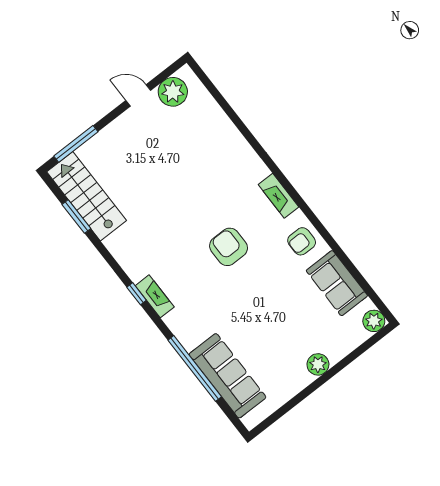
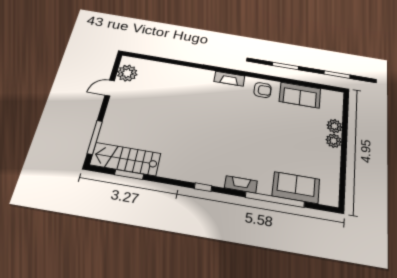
armchair: (302, 241) -> (263, 90), turned -90
armchair: (229, 247) -> (229, 122), removed
fireplace: (155, 296) -> (241, 184), moved
plant: (374, 321) -> (334, 126), moved
sofa: (228, 376) -> (296, 188), width x0.73

